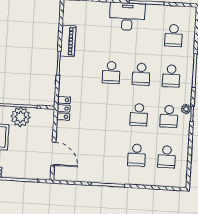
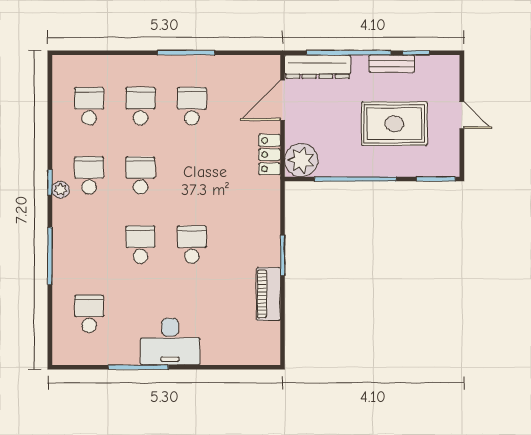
school desk: (171, 76) -> (192, 106), moved
locker: (64, 108) -> (269, 155), moved
plant: (21, 117) -> (301, 160), moved
door: (53, 154) -> (282, 100), hinge flipped
dresser: (32, 172) -> (318, 67), added

